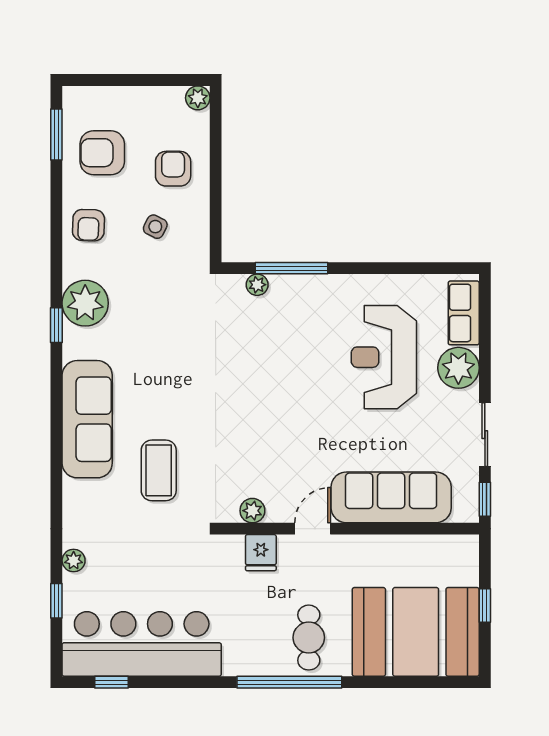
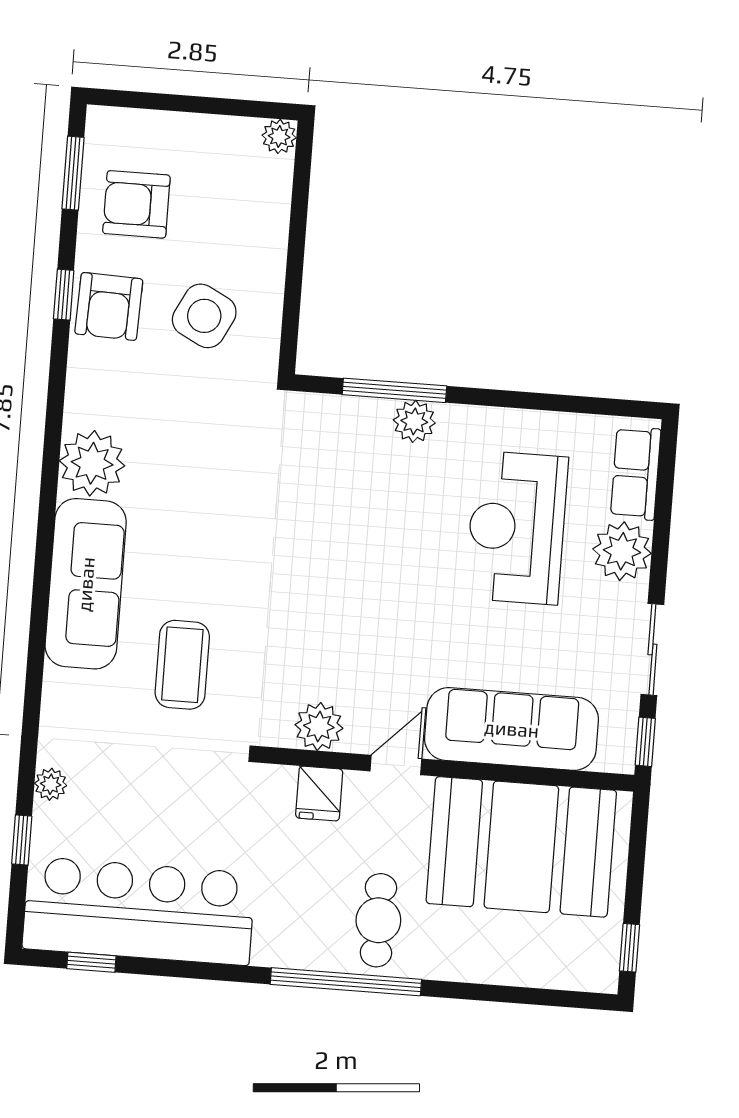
armchair: (173, 169) -> (236, 235), removed
armchair: (88, 225) -> (109, 306), width x1.38, depth x1.38
side table: (155, 227) -> (204, 316), width x1.87, depth x1.87
plant: (257, 285) -> (414, 421), moved, width x1.38, depth x1.38
plant: (85, 303) -> (92, 463), moved
window: (56, 325) -> (64, 295), moved
plant: (252, 511) -> (319, 726), width x1.38, depth x1.38
window: (485, 605) -> (629, 948), moved
booth: (416, 632) -> (521, 847), moved

